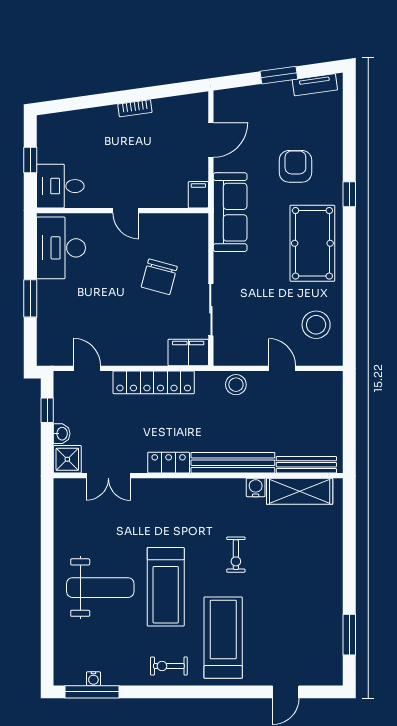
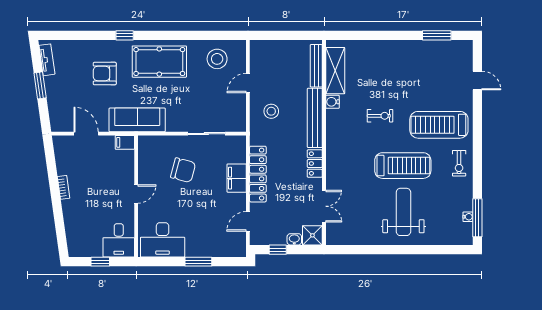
filing cabinet: (188, 352) -> (237, 178), moved
stool: (236, 385) -> (271, 111), moved

